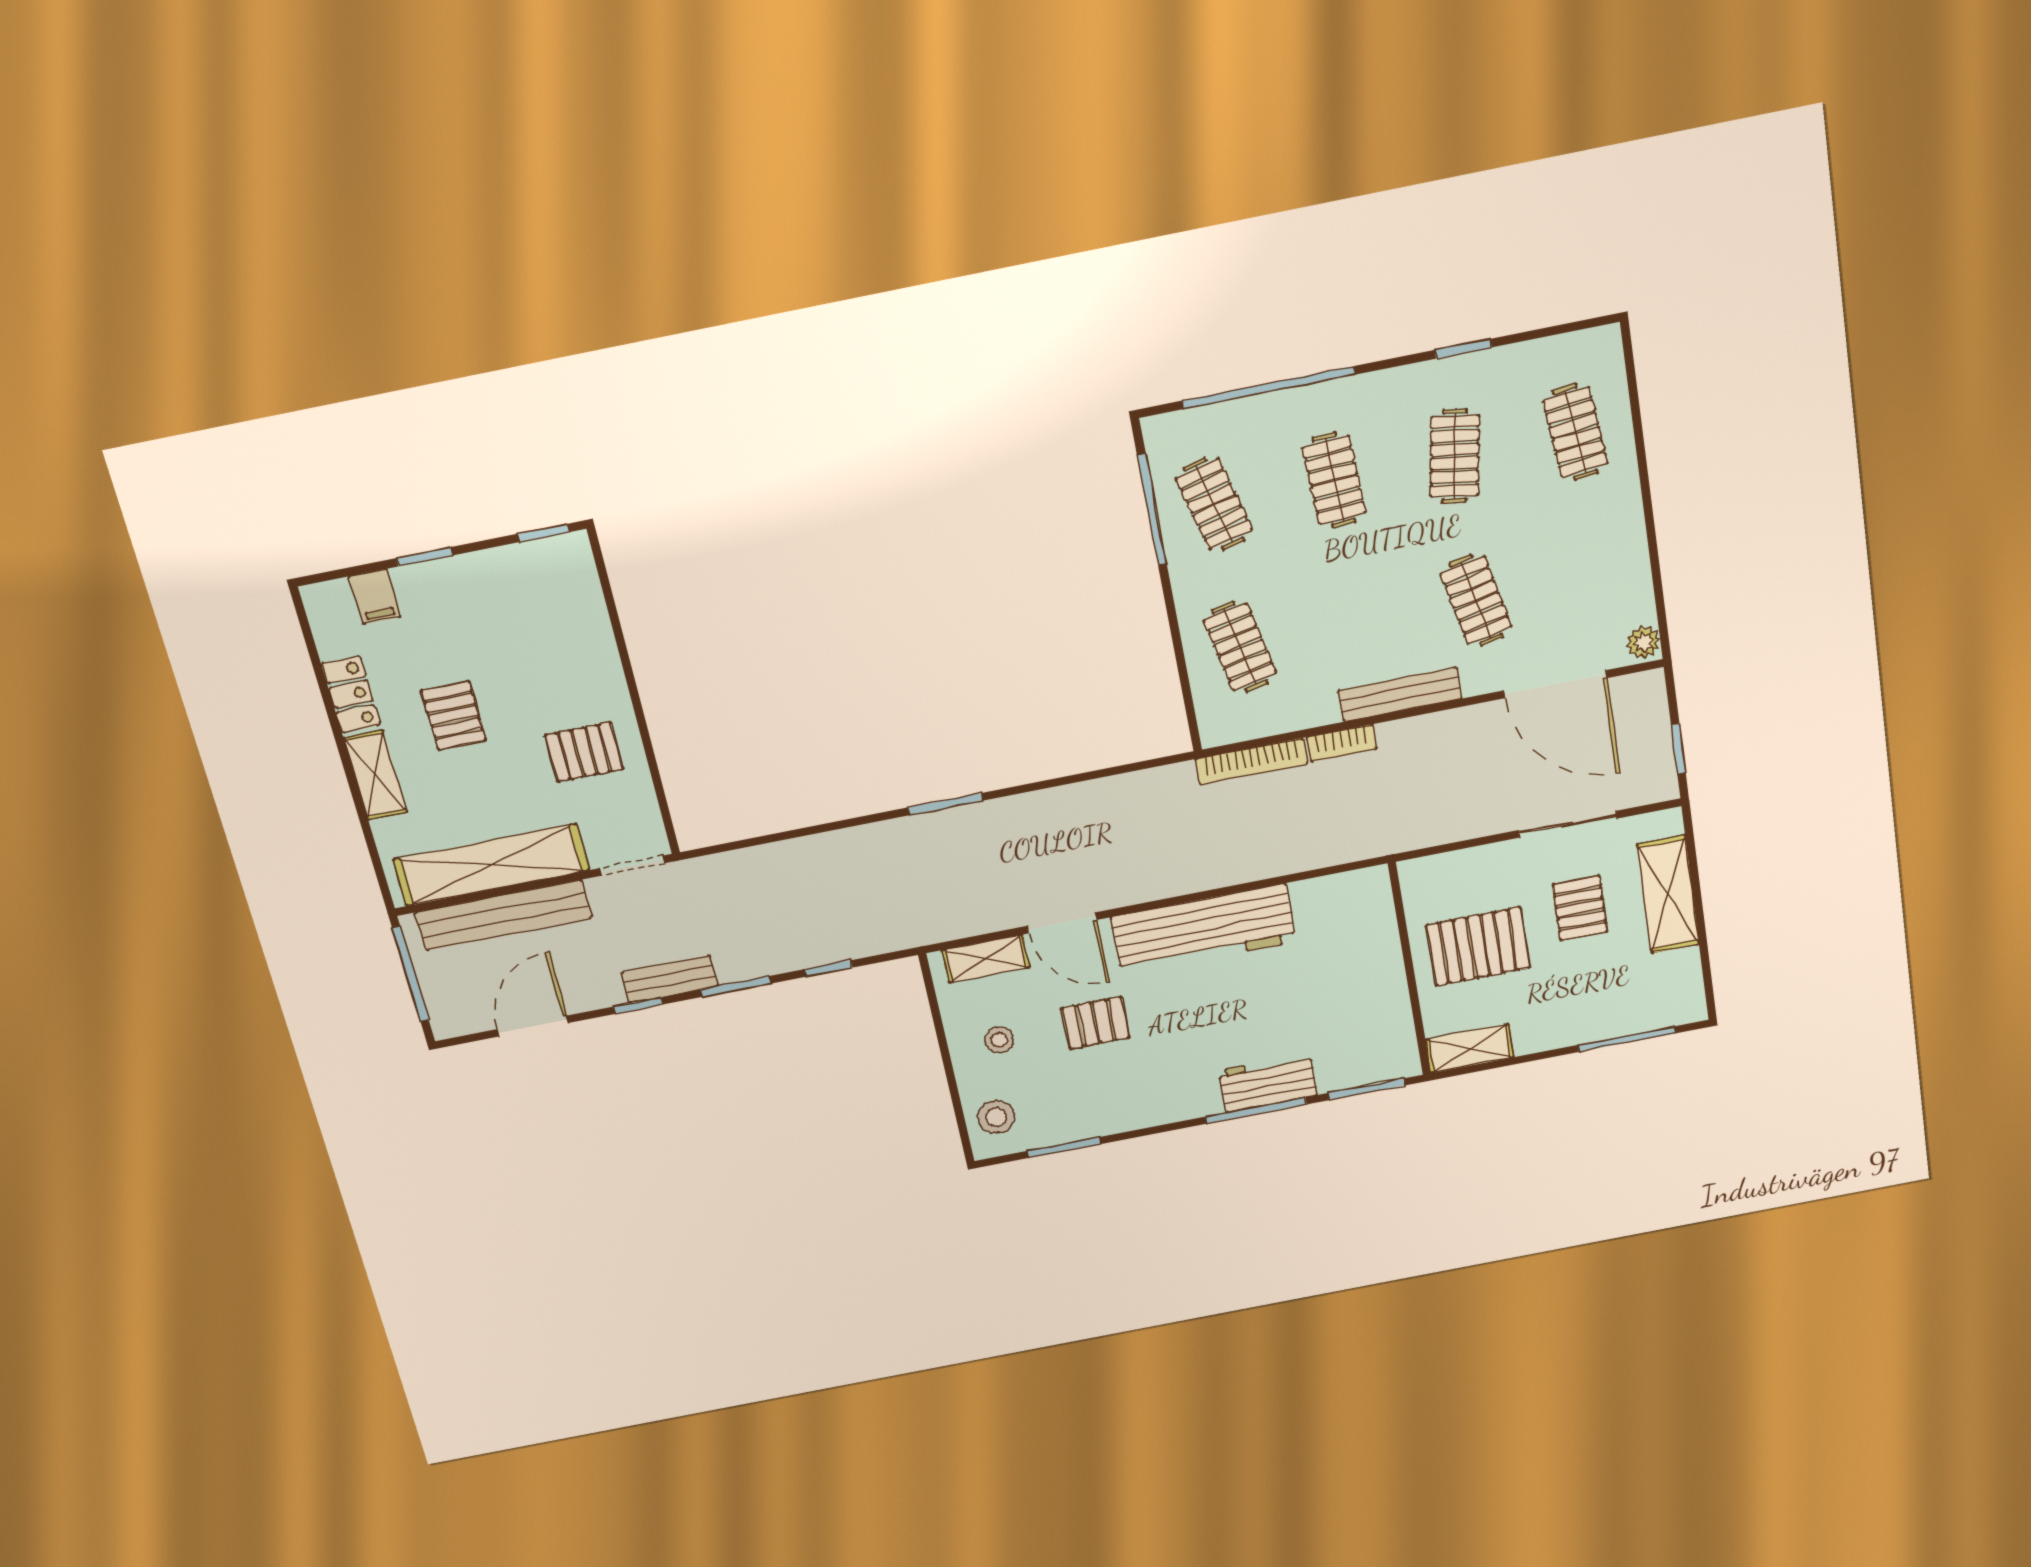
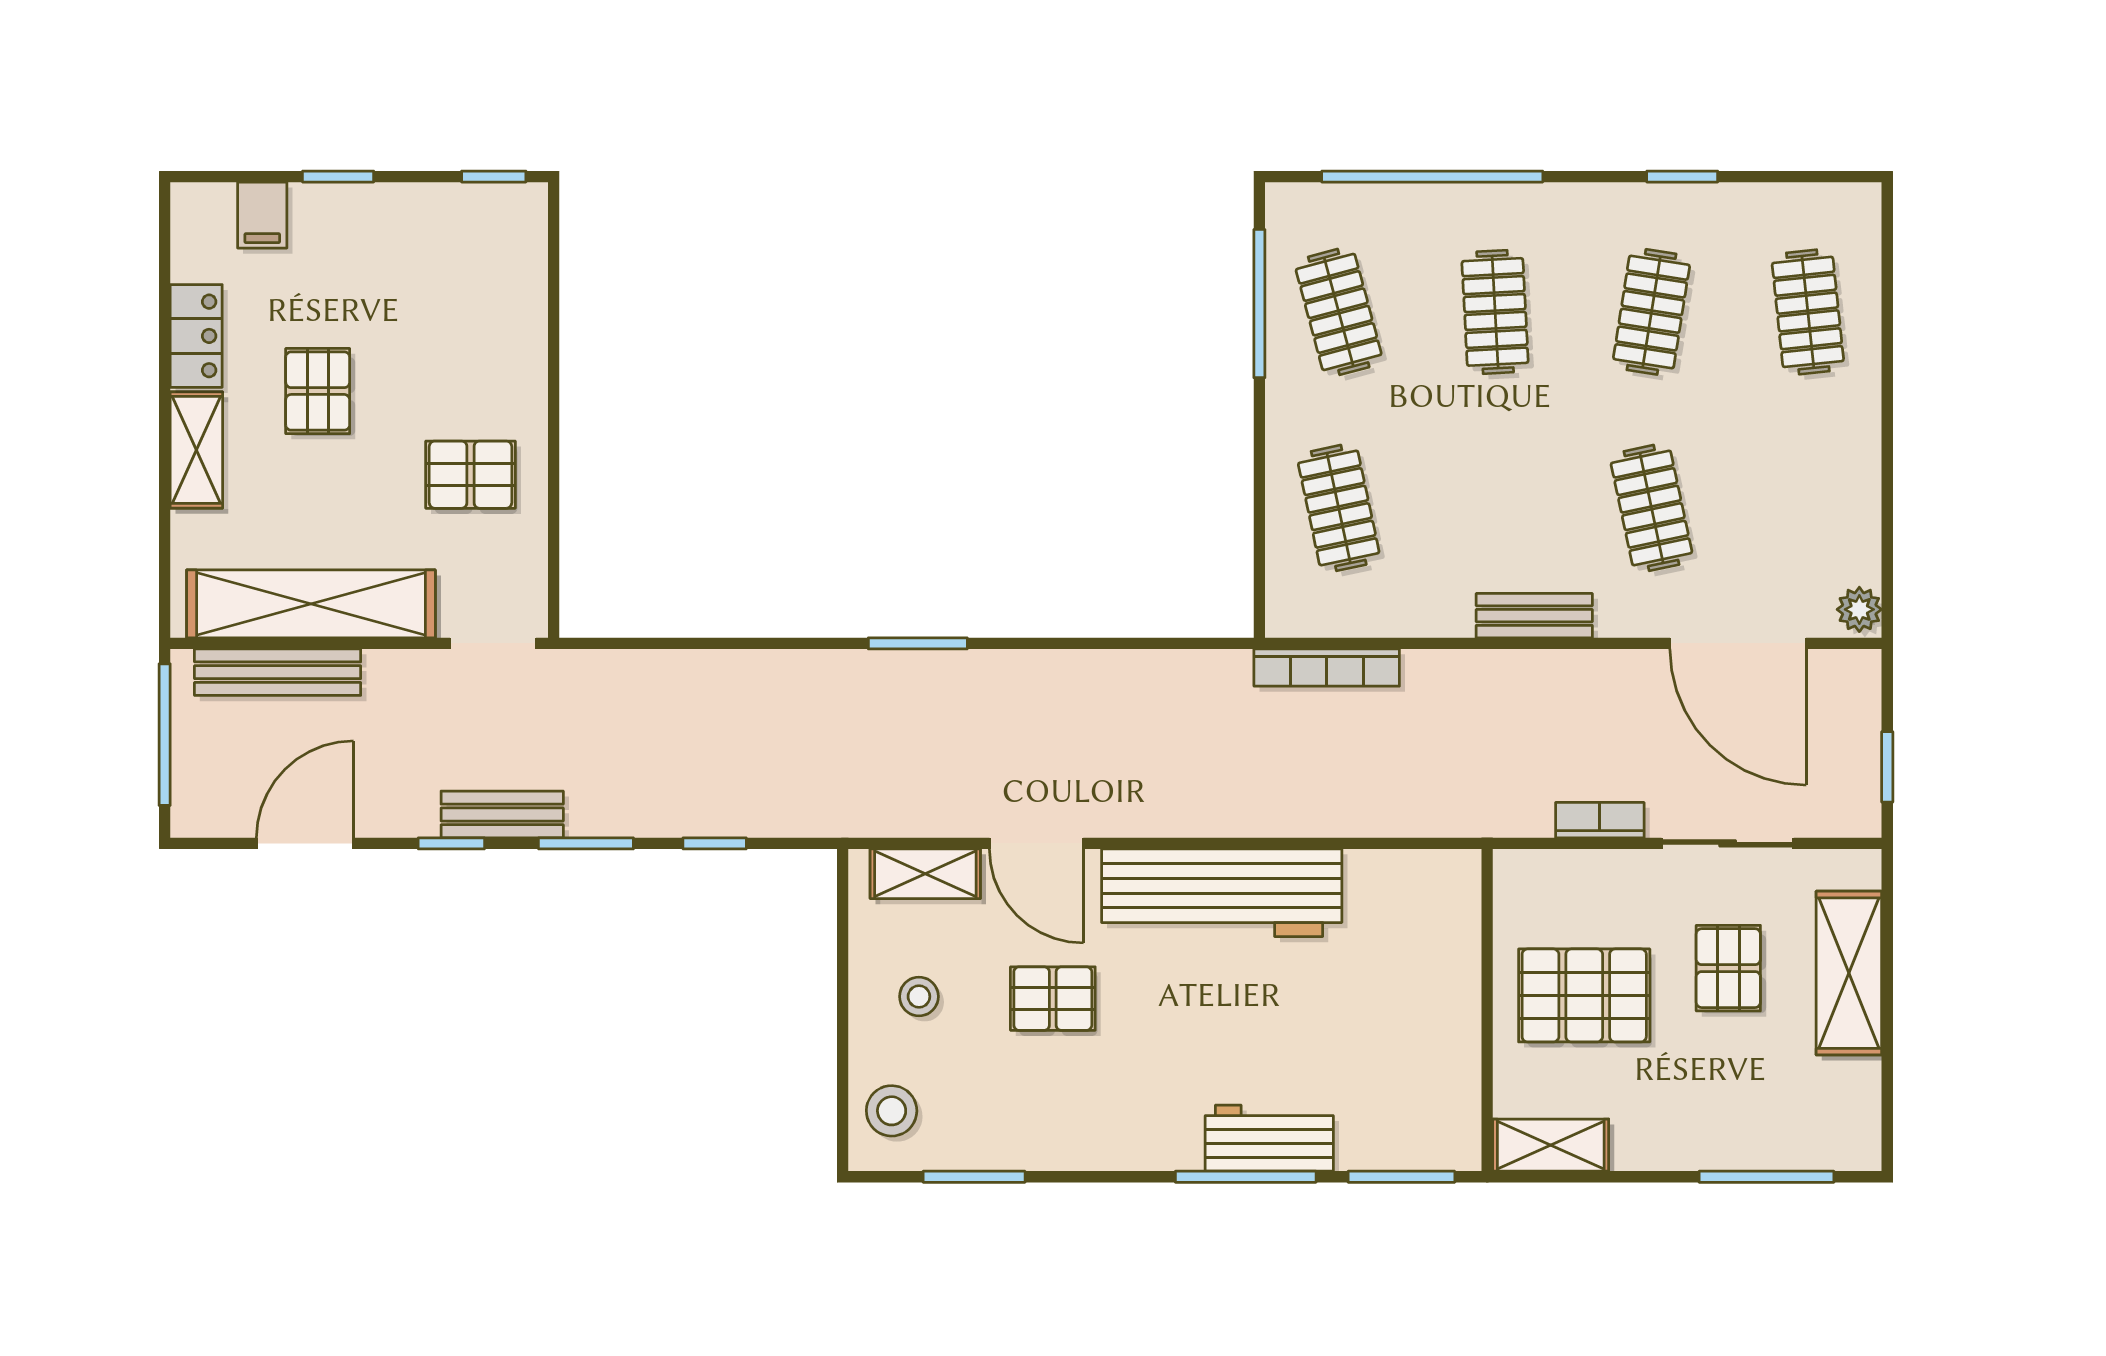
bench: (1400, 695) -> (1534, 616), width x0.73
bookcase: (1342, 743) -> (1600, 820), moved, turned 180
bench: (503, 915) -> (278, 672), width x0.73, depth x0.82

